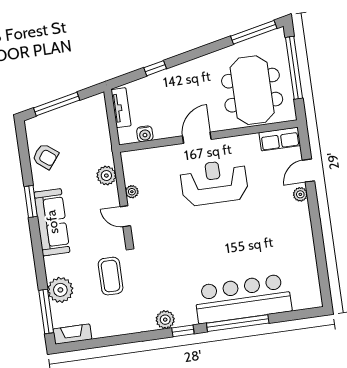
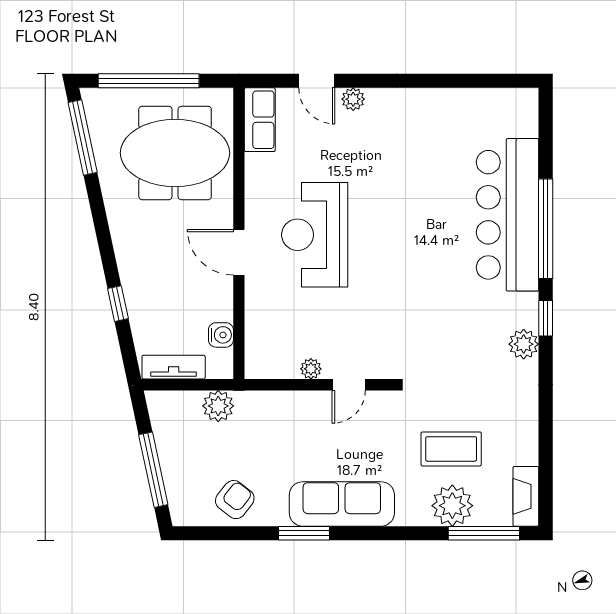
plant: (106, 176) -> (218, 406), moved
coffee table: (111, 276) -> (451, 449), moved

